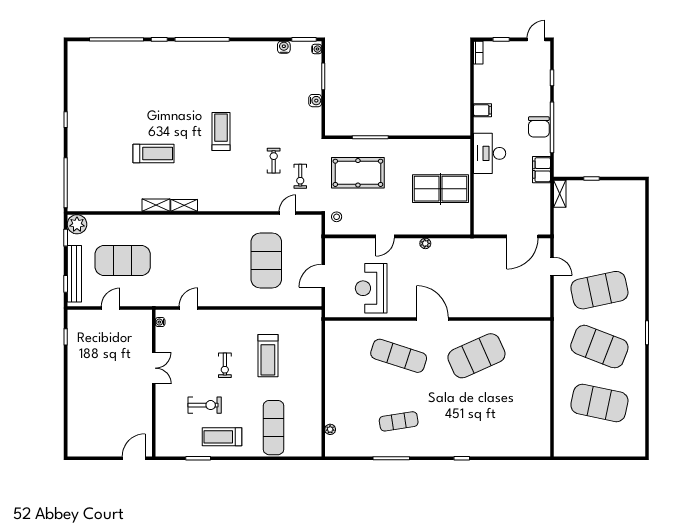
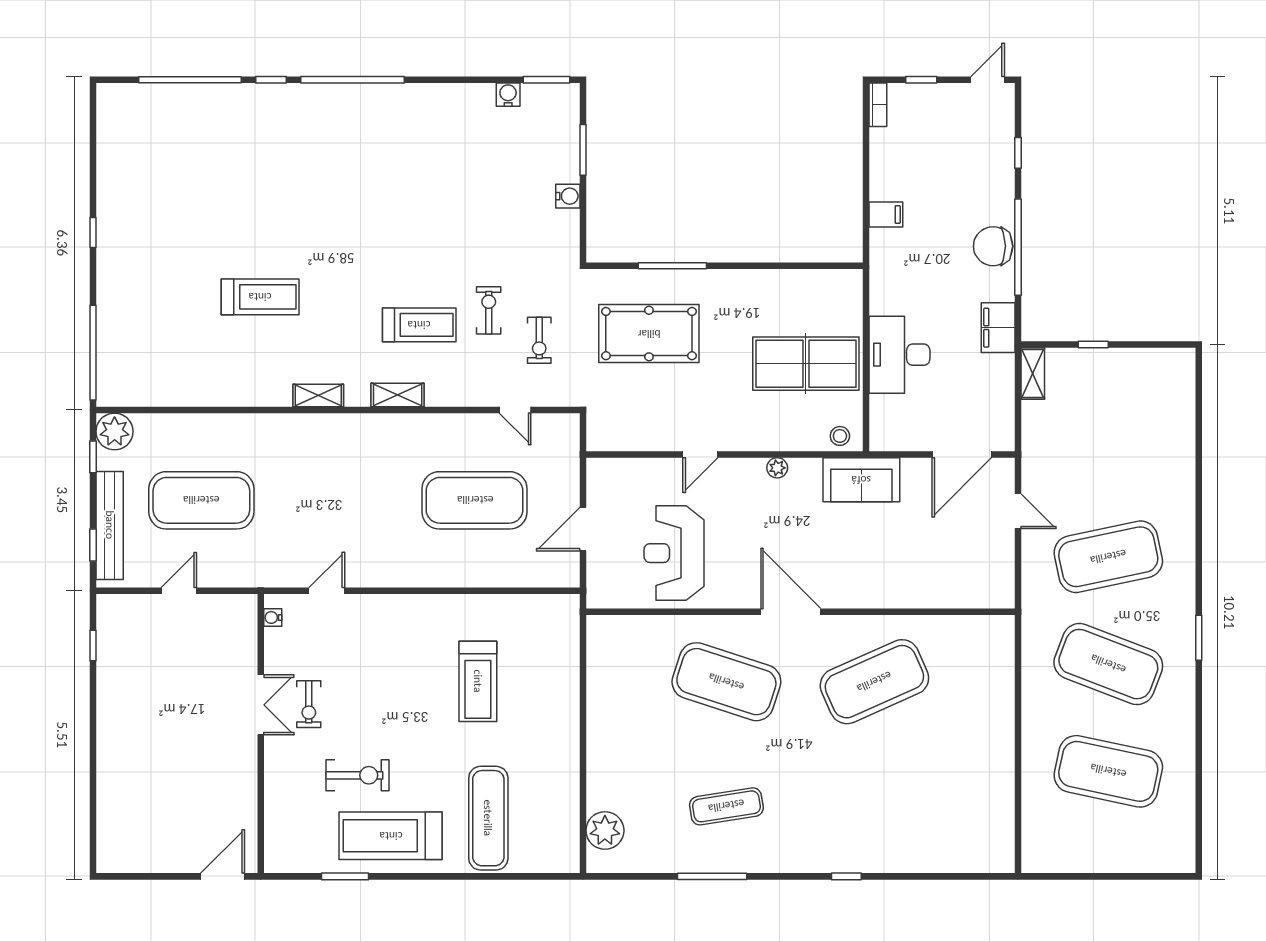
water cooler: (317, 49) -> (571, 98), removed
chair: (539, 127) -> (993, 246), turned 90
treadmill: (221, 131) -> (419, 325), moved, turned 90
desk: (490, 153) -> (899, 355), moved
shelving: (156, 205) -> (398, 395), moved
door: (288, 213) -> (515, 410), swing flipped
stool: (337, 217) -> (840, 436), moved
sofa: (470, 250) -> (861, 480), added
exercise mat: (266, 260) -> (475, 500), turned 90
exercise mat: (399, 356) -> (726, 682), width x1.47
exercise bike: (225, 365) -> (309, 704), moved
plant: (330, 429) -> (605, 830), width x1.88, depth x1.88
treadmill: (222, 437) -> (391, 836), width x1.37, depth x1.38

